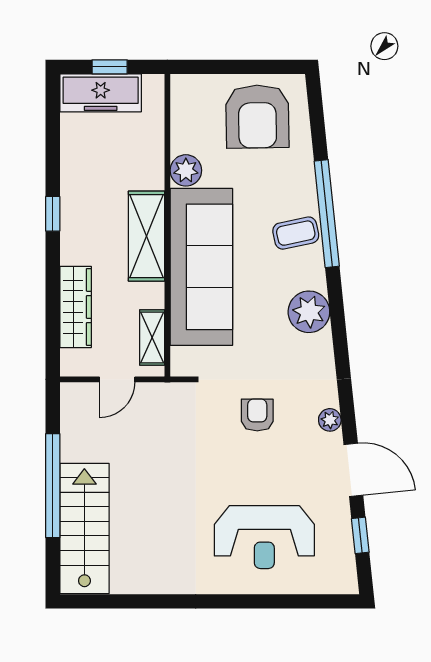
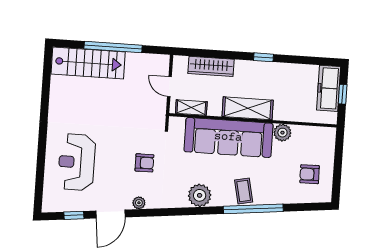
armchair: (257, 117) -> (310, 174), width x0.53, depth x0.53

